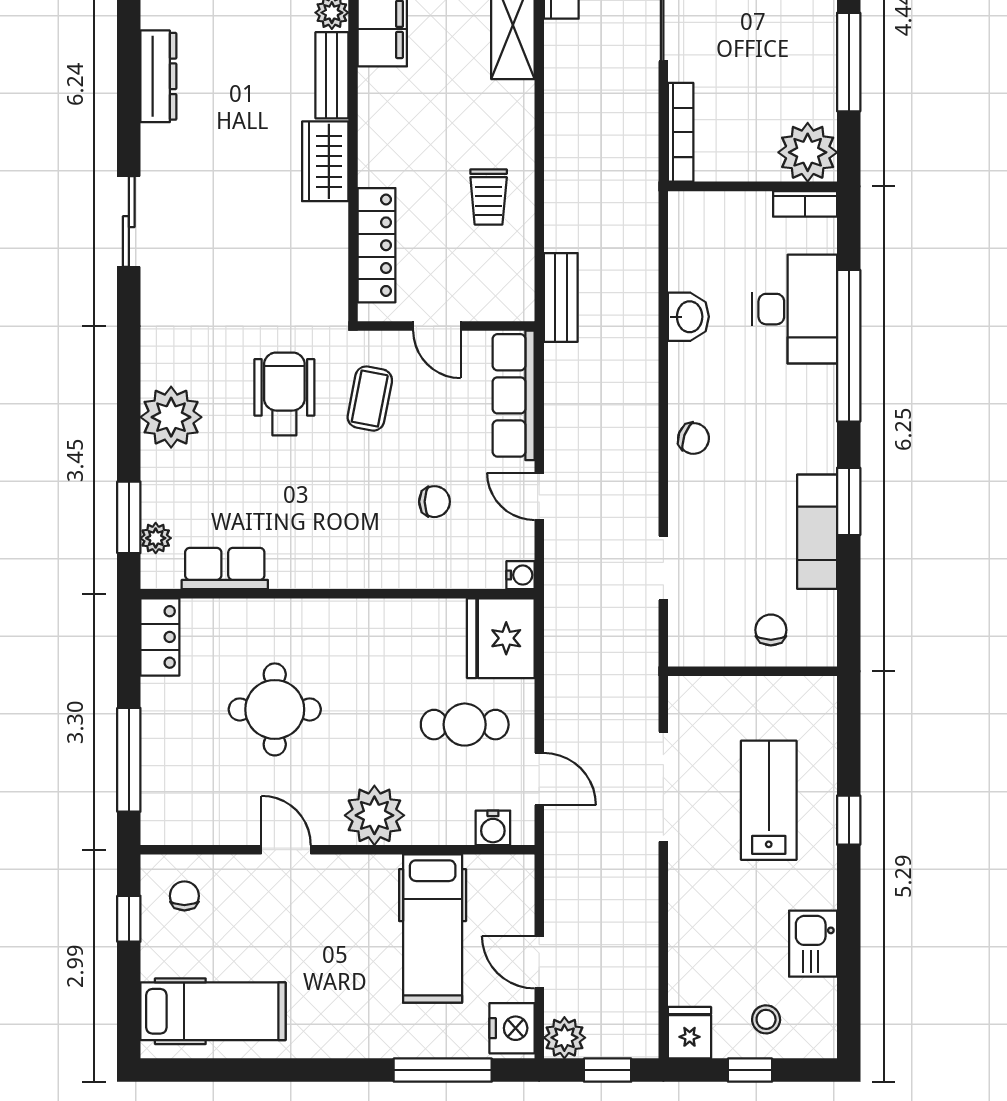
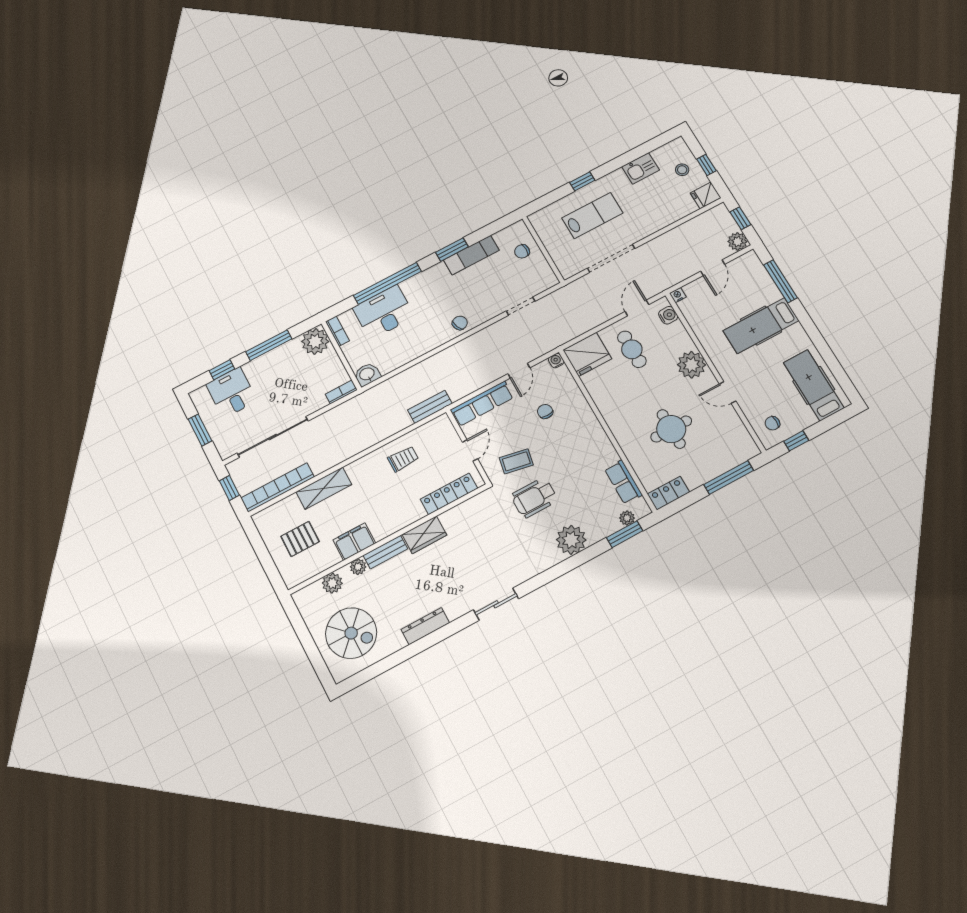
bookcase: (681, 132) -> (341, 392), width x0.64
washbasin: (688, 317) -> (367, 374), moved
chair: (694, 438) -> (460, 323), turned 49
lab bench: (769, 800) -> (592, 216), turned 180
door: (286, 850) -> (728, 392), hinge flipped
hospital bed: (433, 929) -> (761, 326), moved, turned 180
nightstand: (512, 1028) -> (678, 295), moved, width x0.53, depth x0.56

